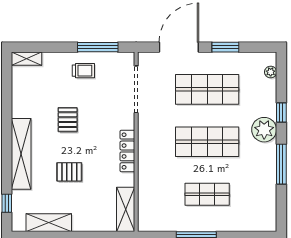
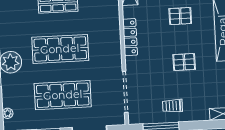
pallet: (68, 120) -> (184, 62), turned 90

